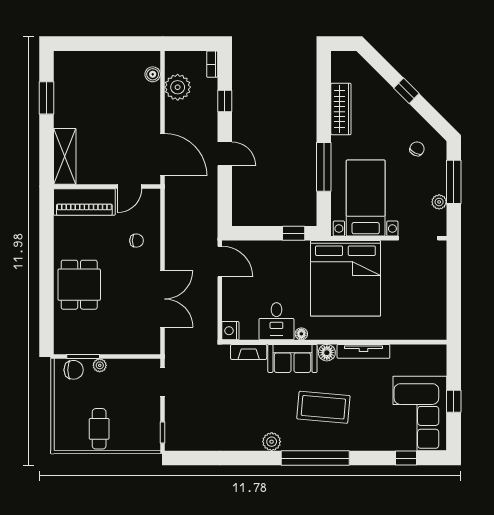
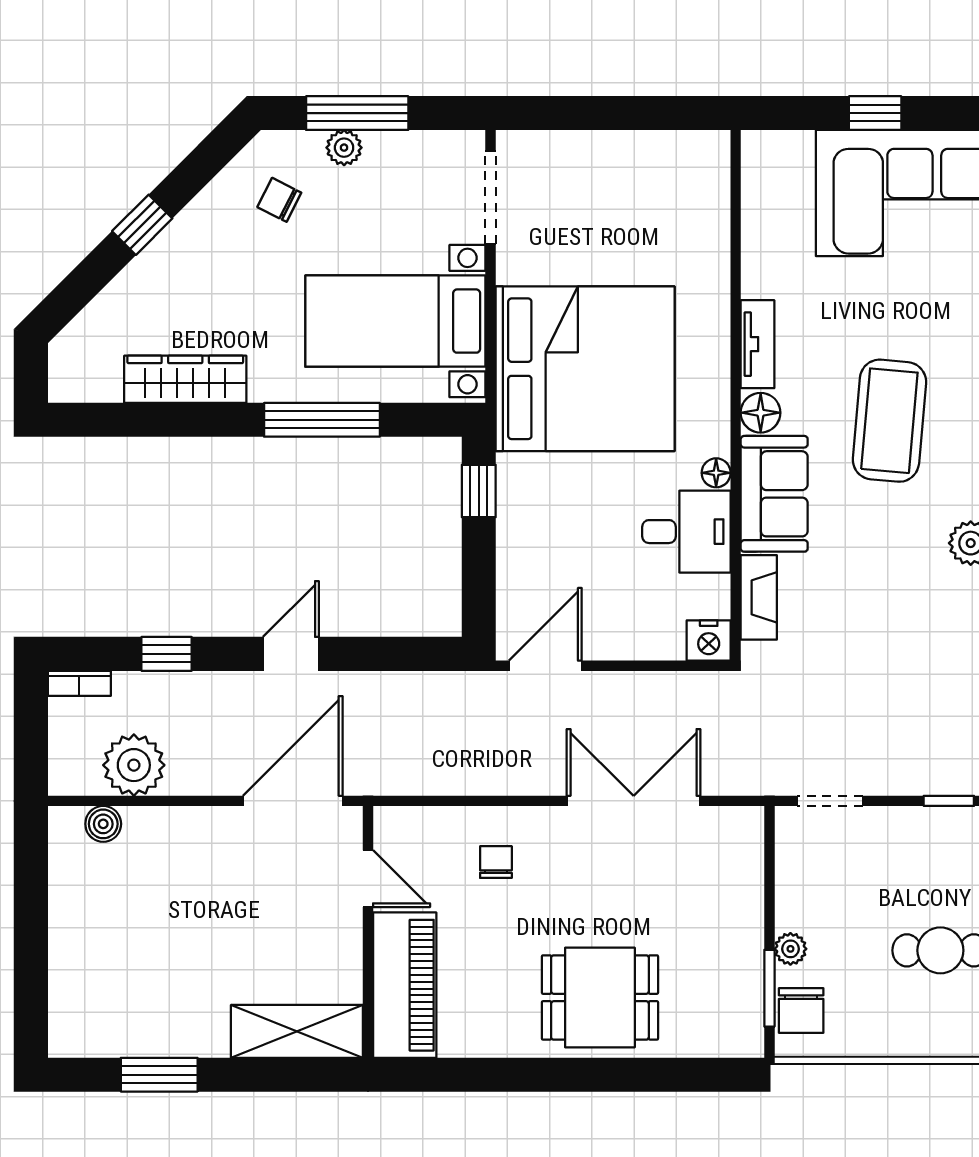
plant: (439, 202) -> (344, 148), moved
tv unit: (363, 351) -> (758, 344), width x0.71
chair: (74, 370) -> (801, 1011), turned 180

